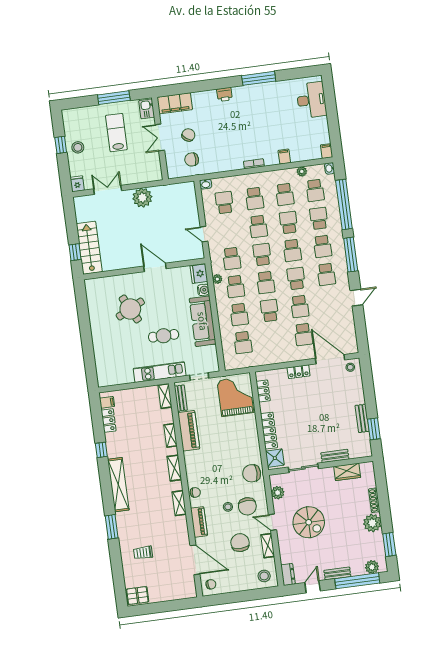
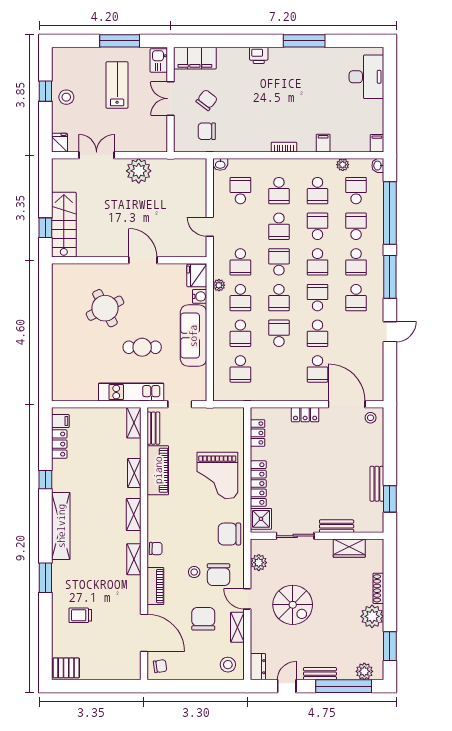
school desk: (315, 190) -> (356, 191), turned 180
grand piano: (235, 396) -> (217, 475), moved, turned 180

